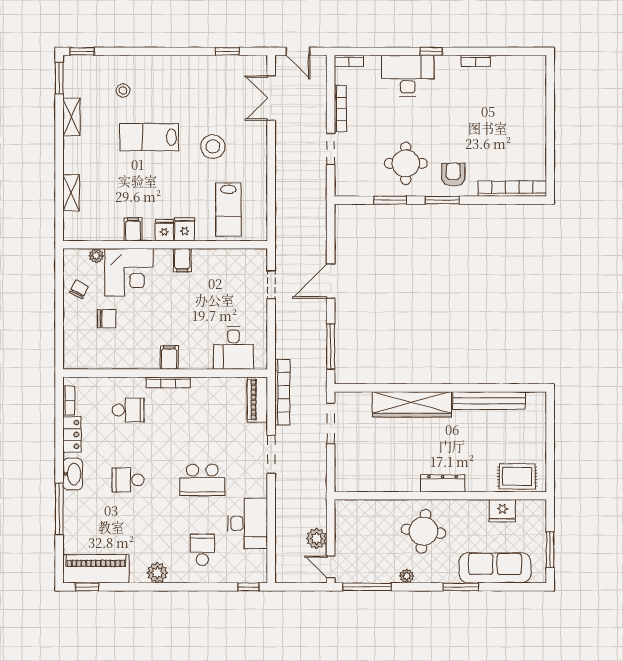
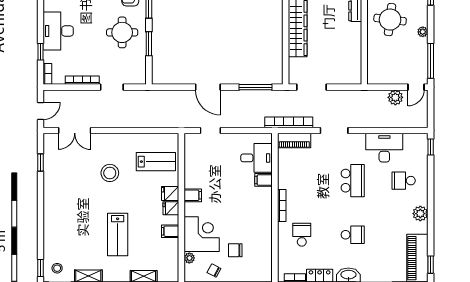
window: (431, 51) -> (41, 52), moved
stool: (123, 91) -> (57, 268), moved
lab bench: (149, 137) -> (118, 235), moved
chair: (107, 319) -> (235, 250), turned -90
filing cabinet: (169, 357) -> (263, 180), moved
school desk: (128, 480) -> (353, 235), turned -90

